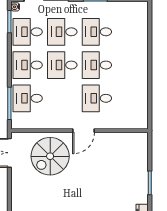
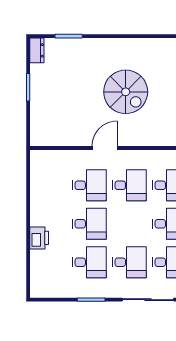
printer: (140, 53) -> (39, 238), added
desk: (62, 65) -> (129, 185), moved
spiral stairs: (50, 156) -> (126, 92), moved, turned 90

